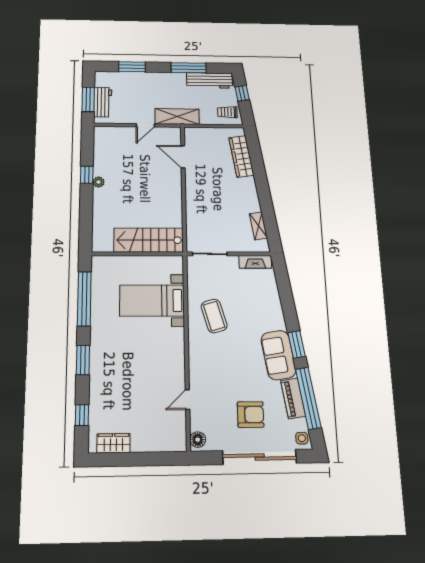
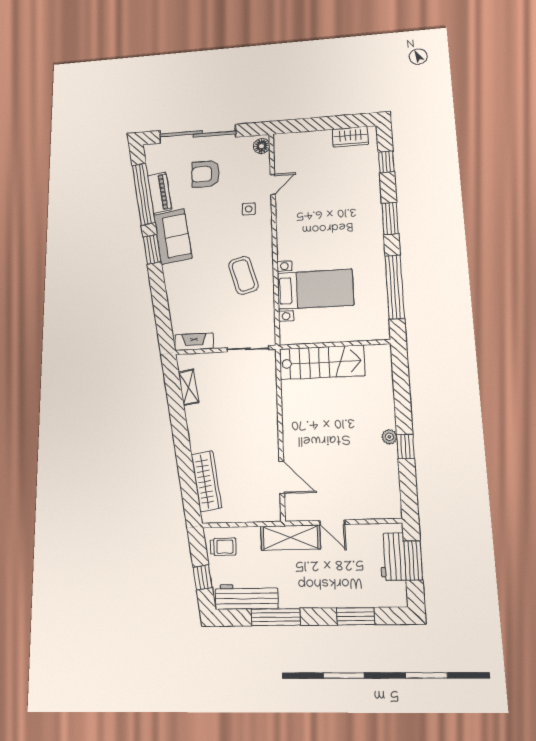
door: (145, 125) -> (333, 522), swing flipped
side table: (302, 438) -> (249, 209), moved

